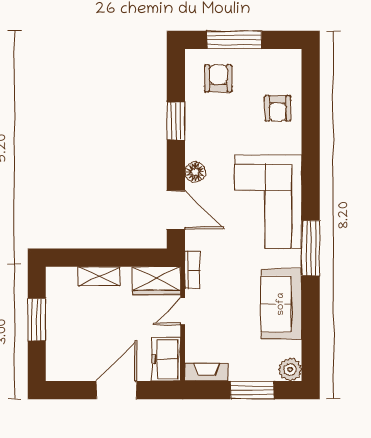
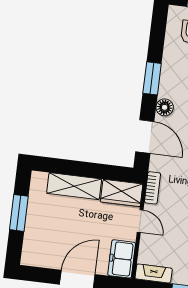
window: (176, 121) -> (152, 78), moved
shelving: (99, 276) -> (74, 186), width x1.50, depth x1.33
door: (183, 311) -> (140, 221), swing flipped

